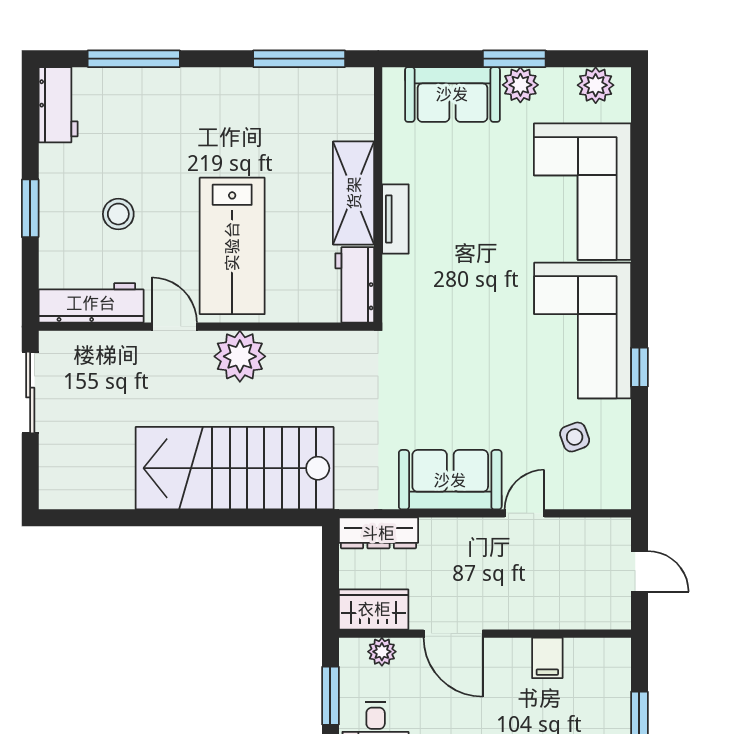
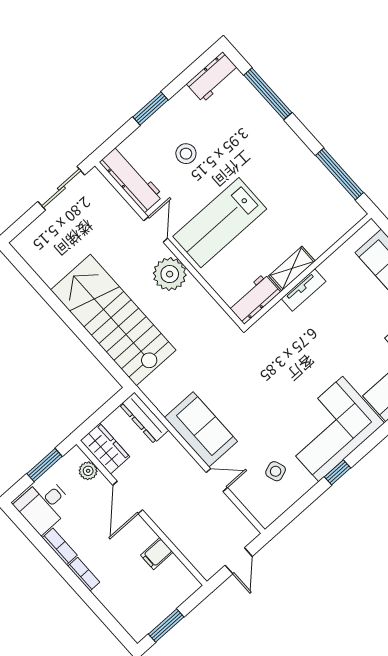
shelving: (354, 193) -> (292, 268), width x0.67, depth x0.75

